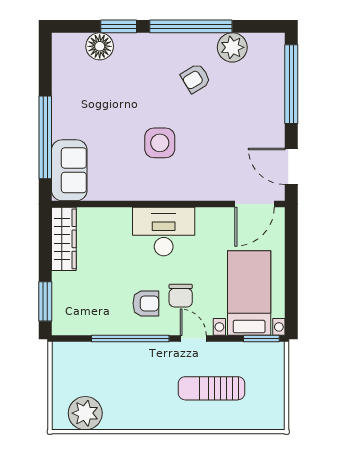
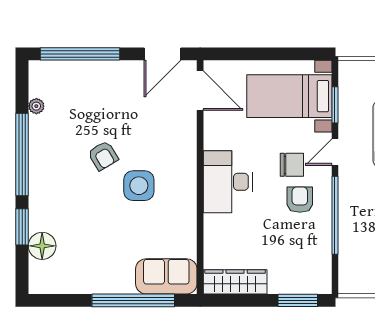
plant: (232, 47) -> (36, 106), width x0.53, depth x0.53
armchair: (196, 78) -> (103, 156), moved
window: (261, 339) -> (335, 105), moved

